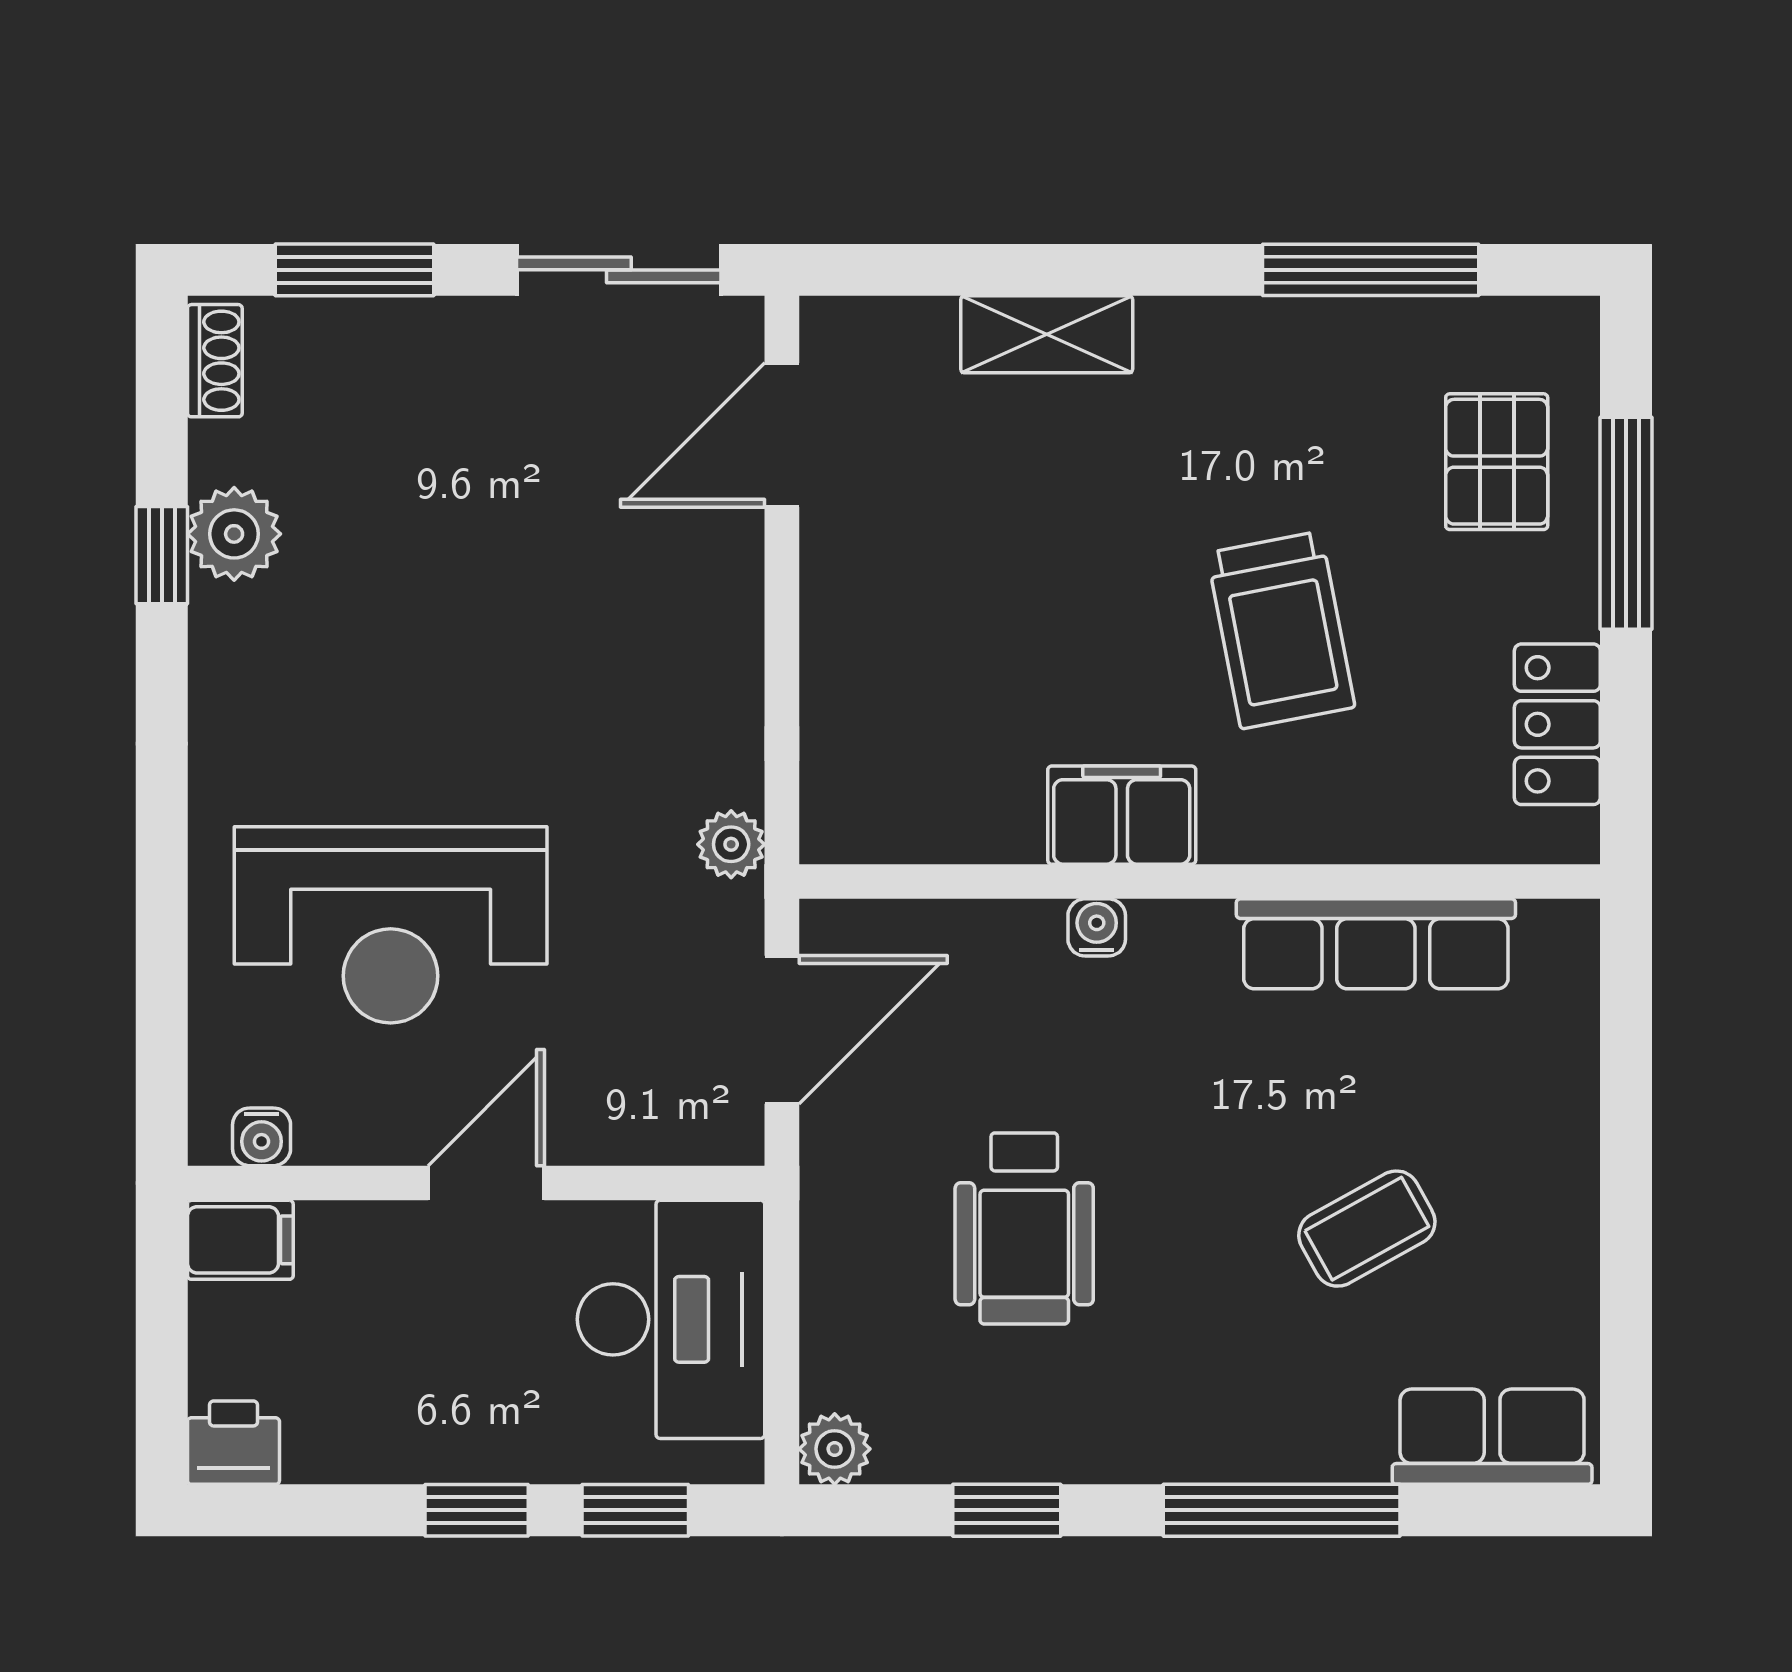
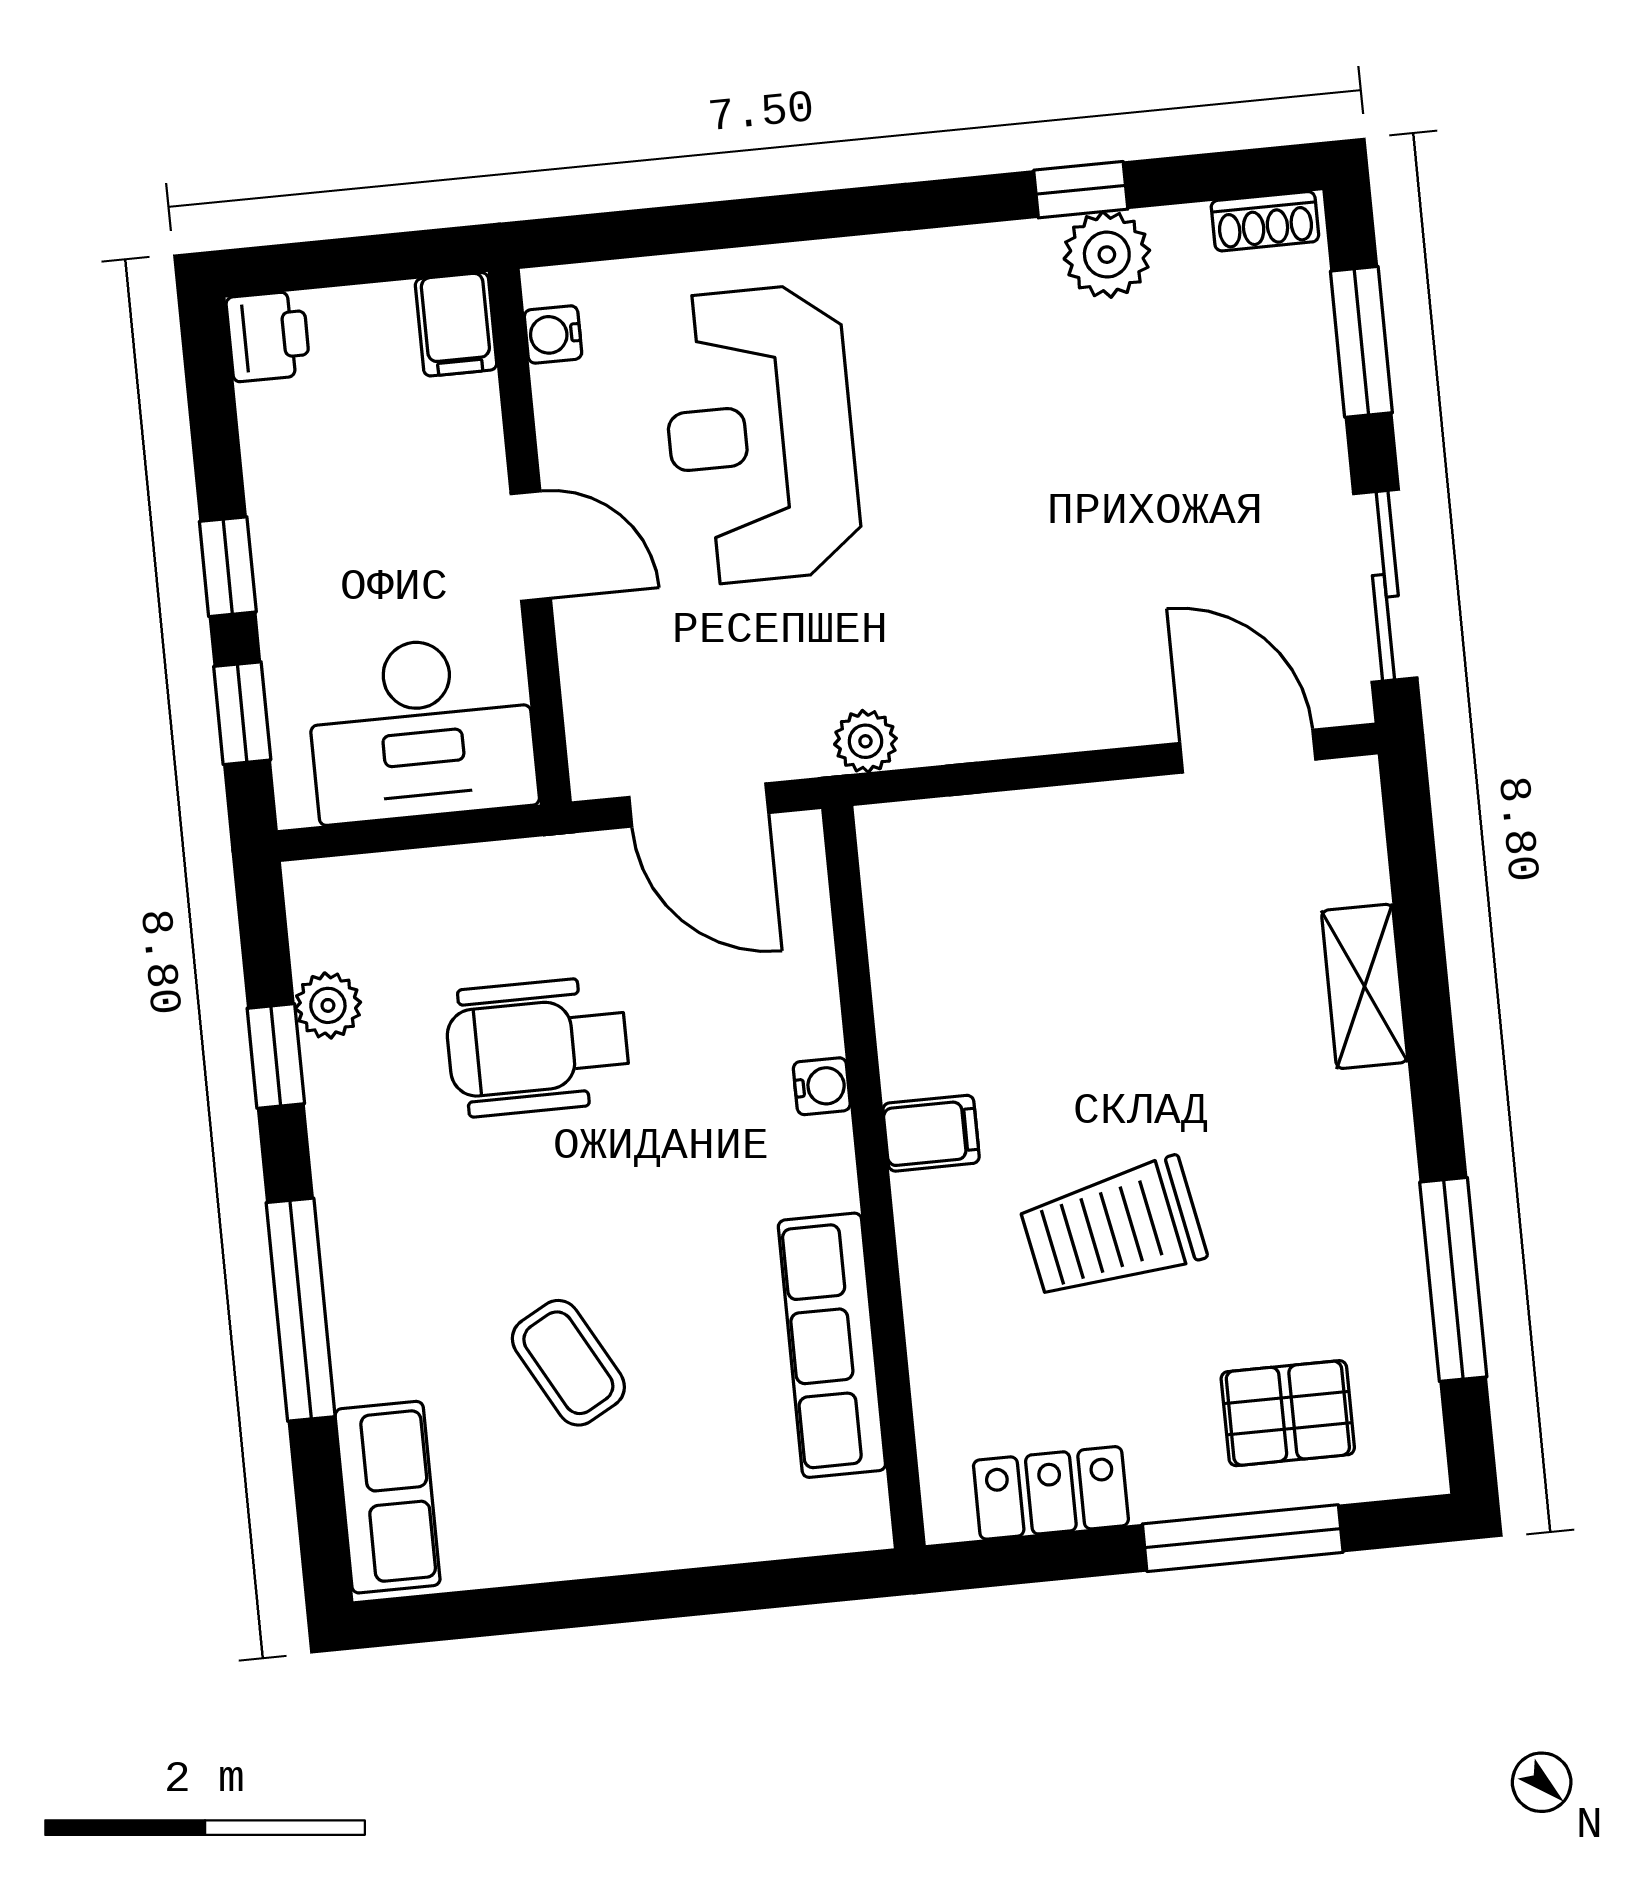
filing cabinet: (1122, 815) -> (931, 1133), width x0.50
plant: (835, 1449) -> (328, 1005), moved

